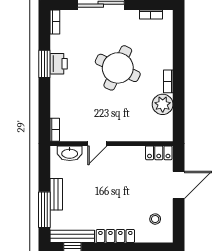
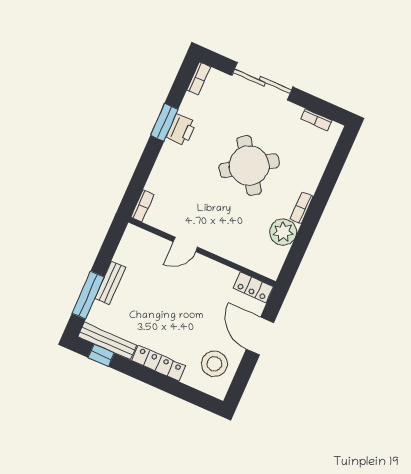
round table: (118, 68) -> (249, 166), turned 30
washbasin: (70, 153) -> (148, 241), removed
door: (179, 185) -> (260, 336), swing flipped
stool: (155, 219) -> (214, 364), width x1.89, depth x1.89

